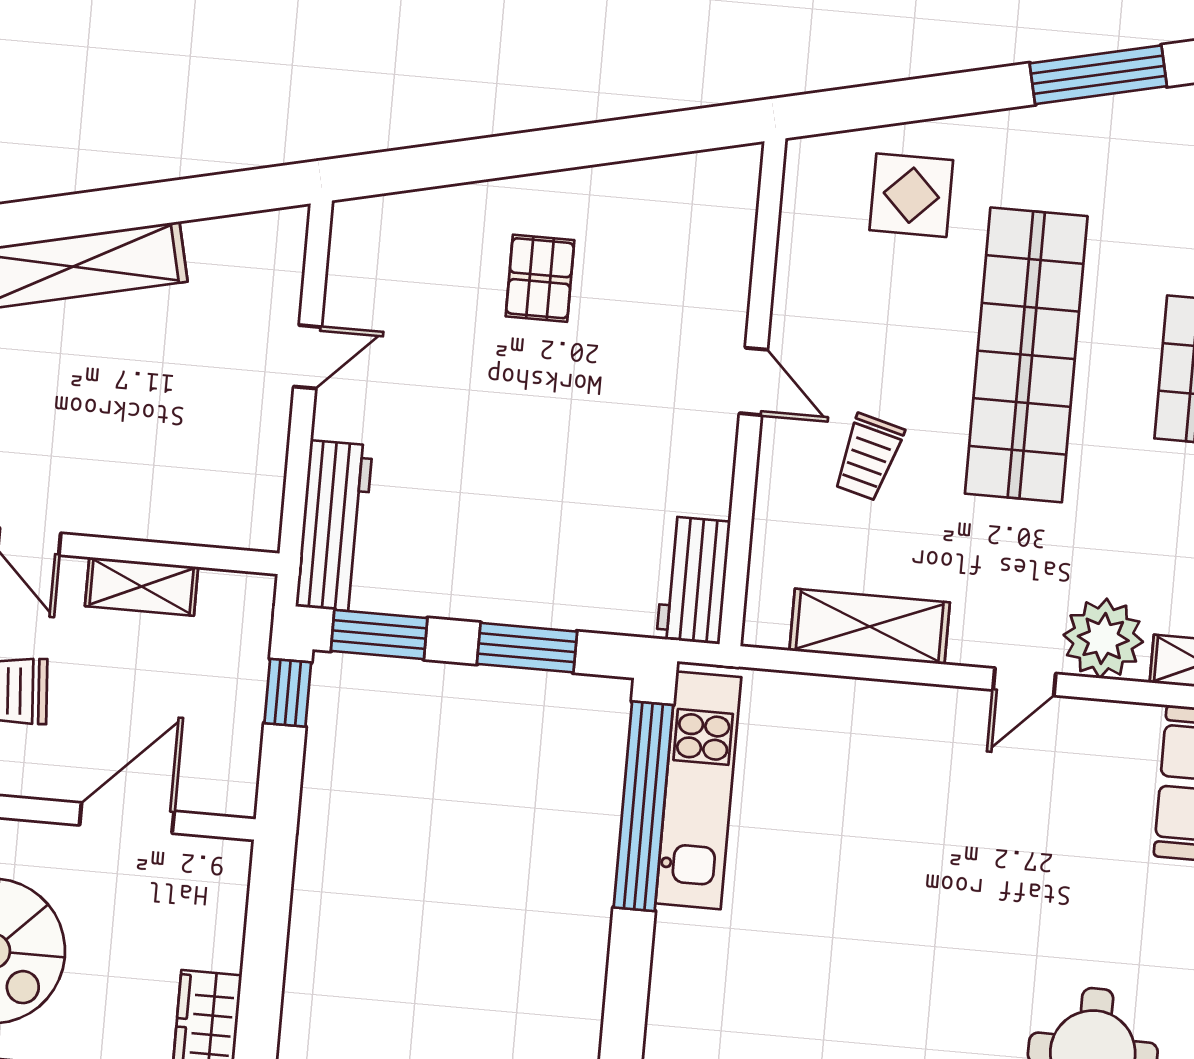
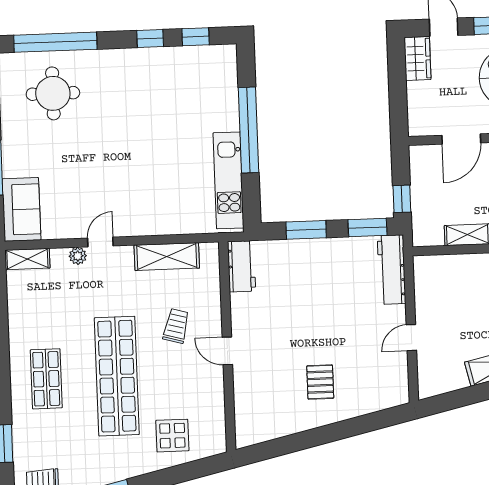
plant: (1103, 638) -> (78, 256), width x0.53, depth x0.53
window: (643, 806) -> (249, 130), moved

